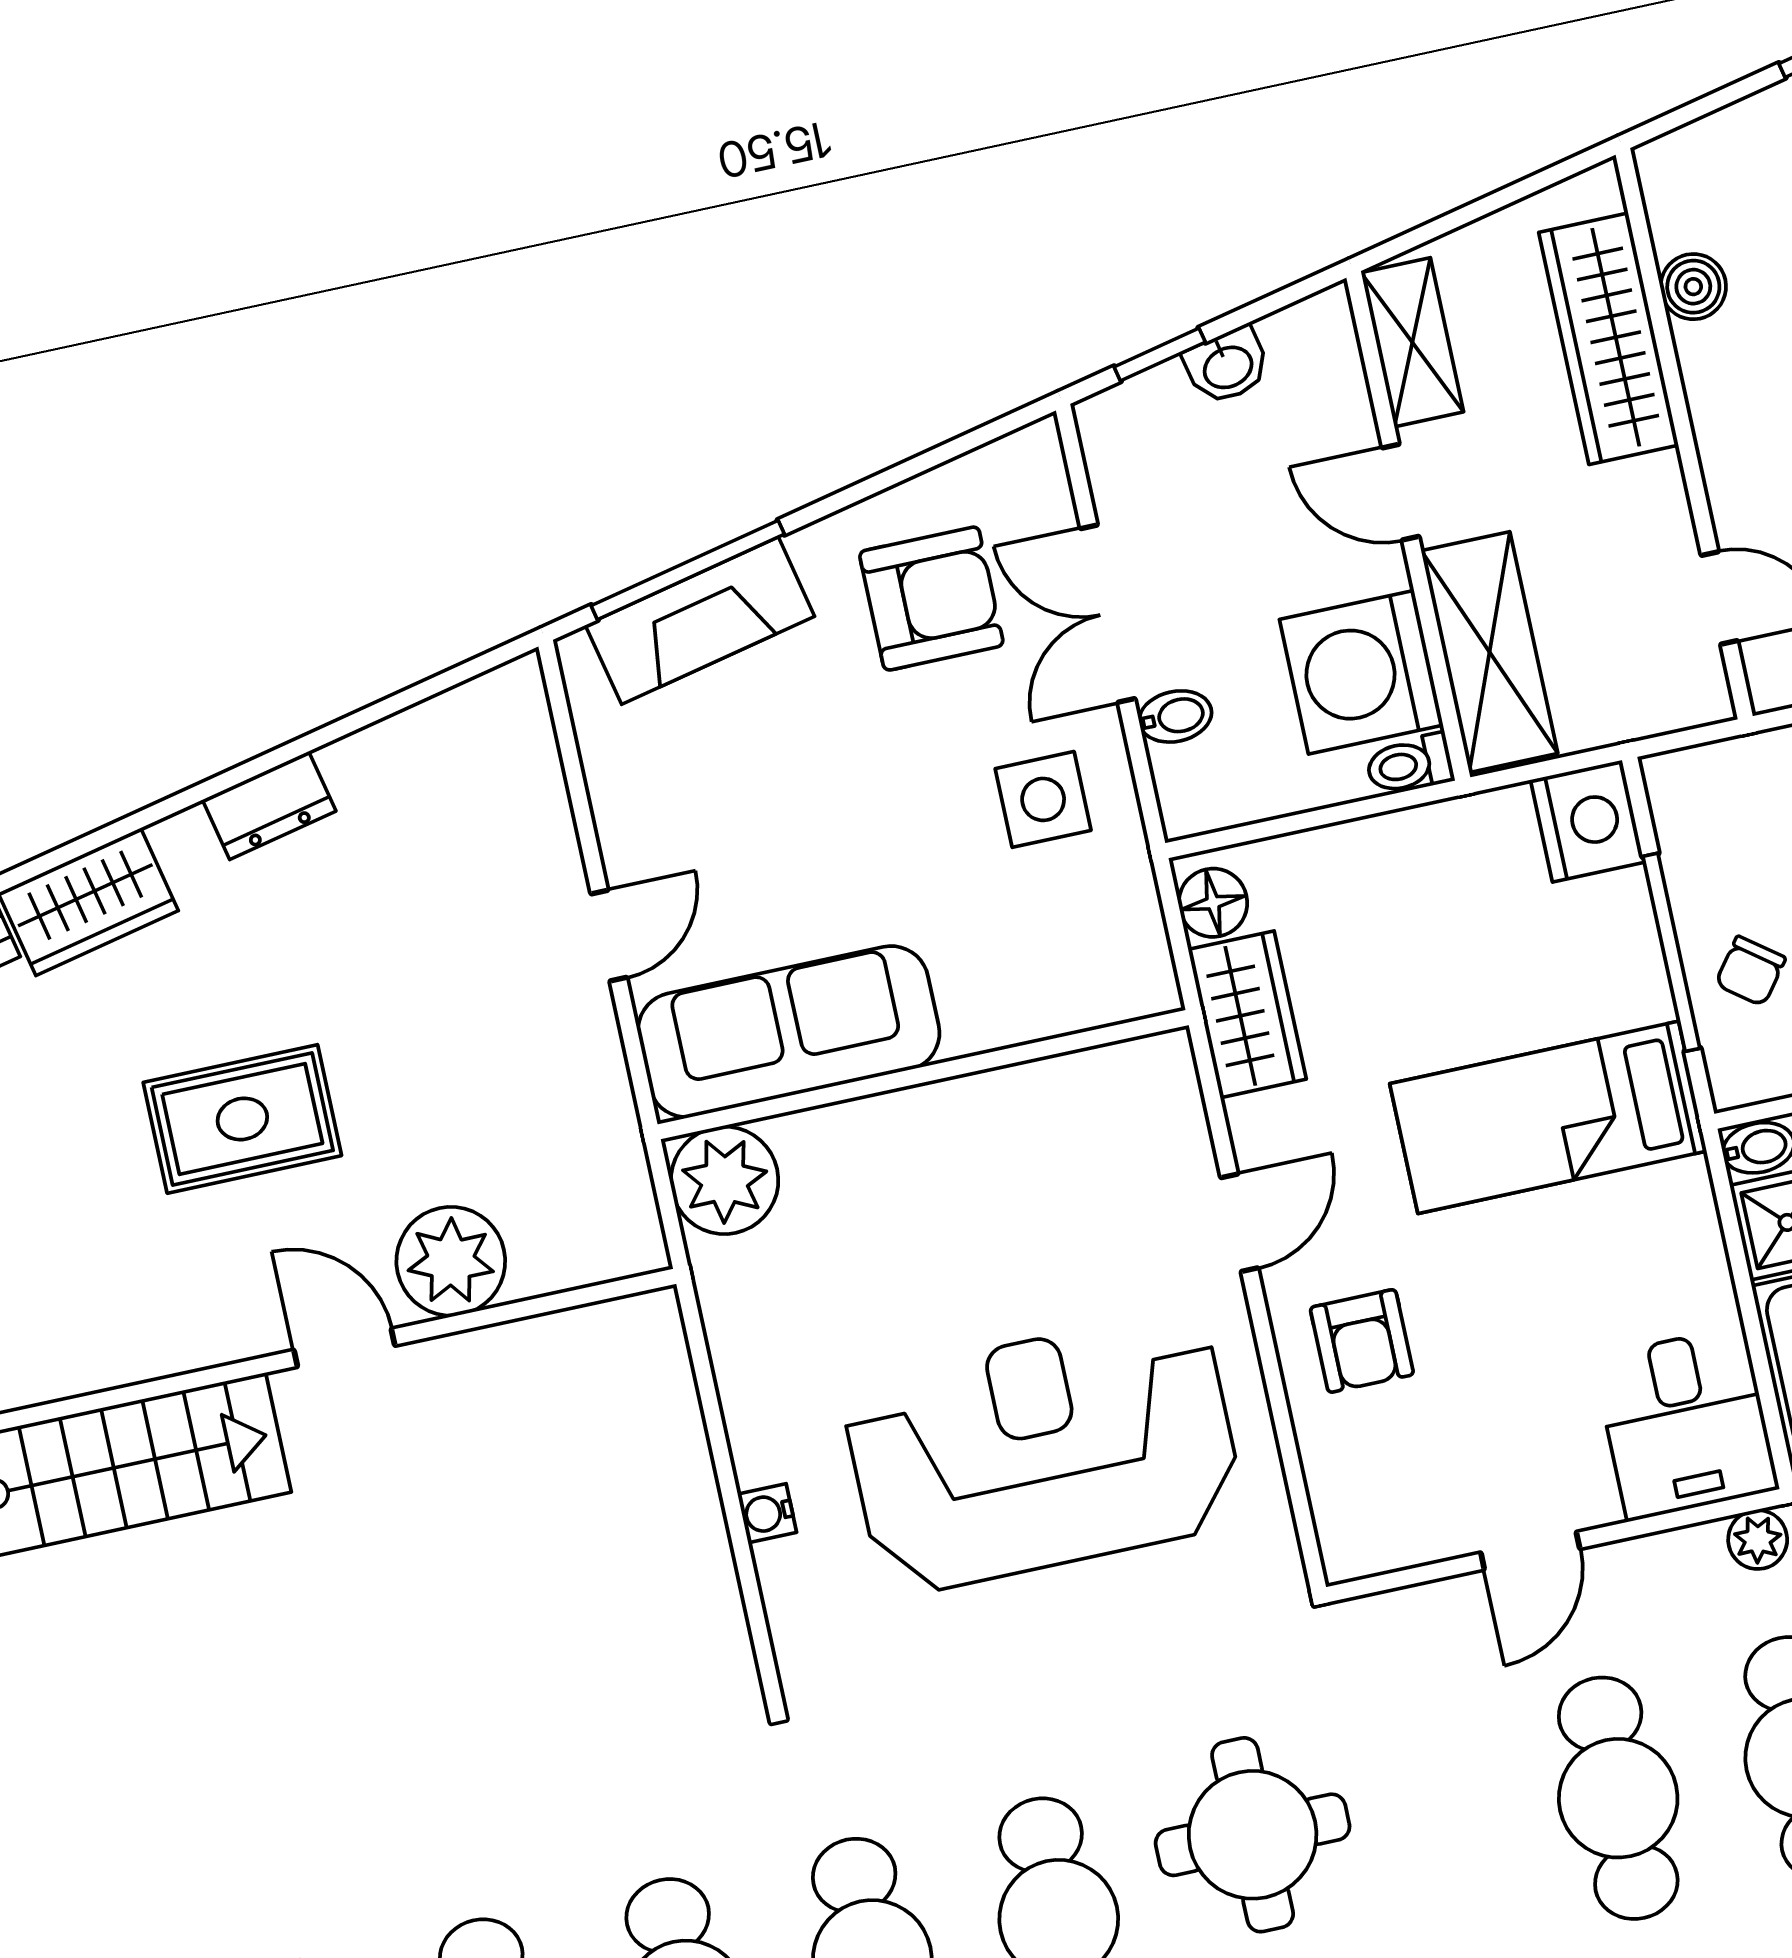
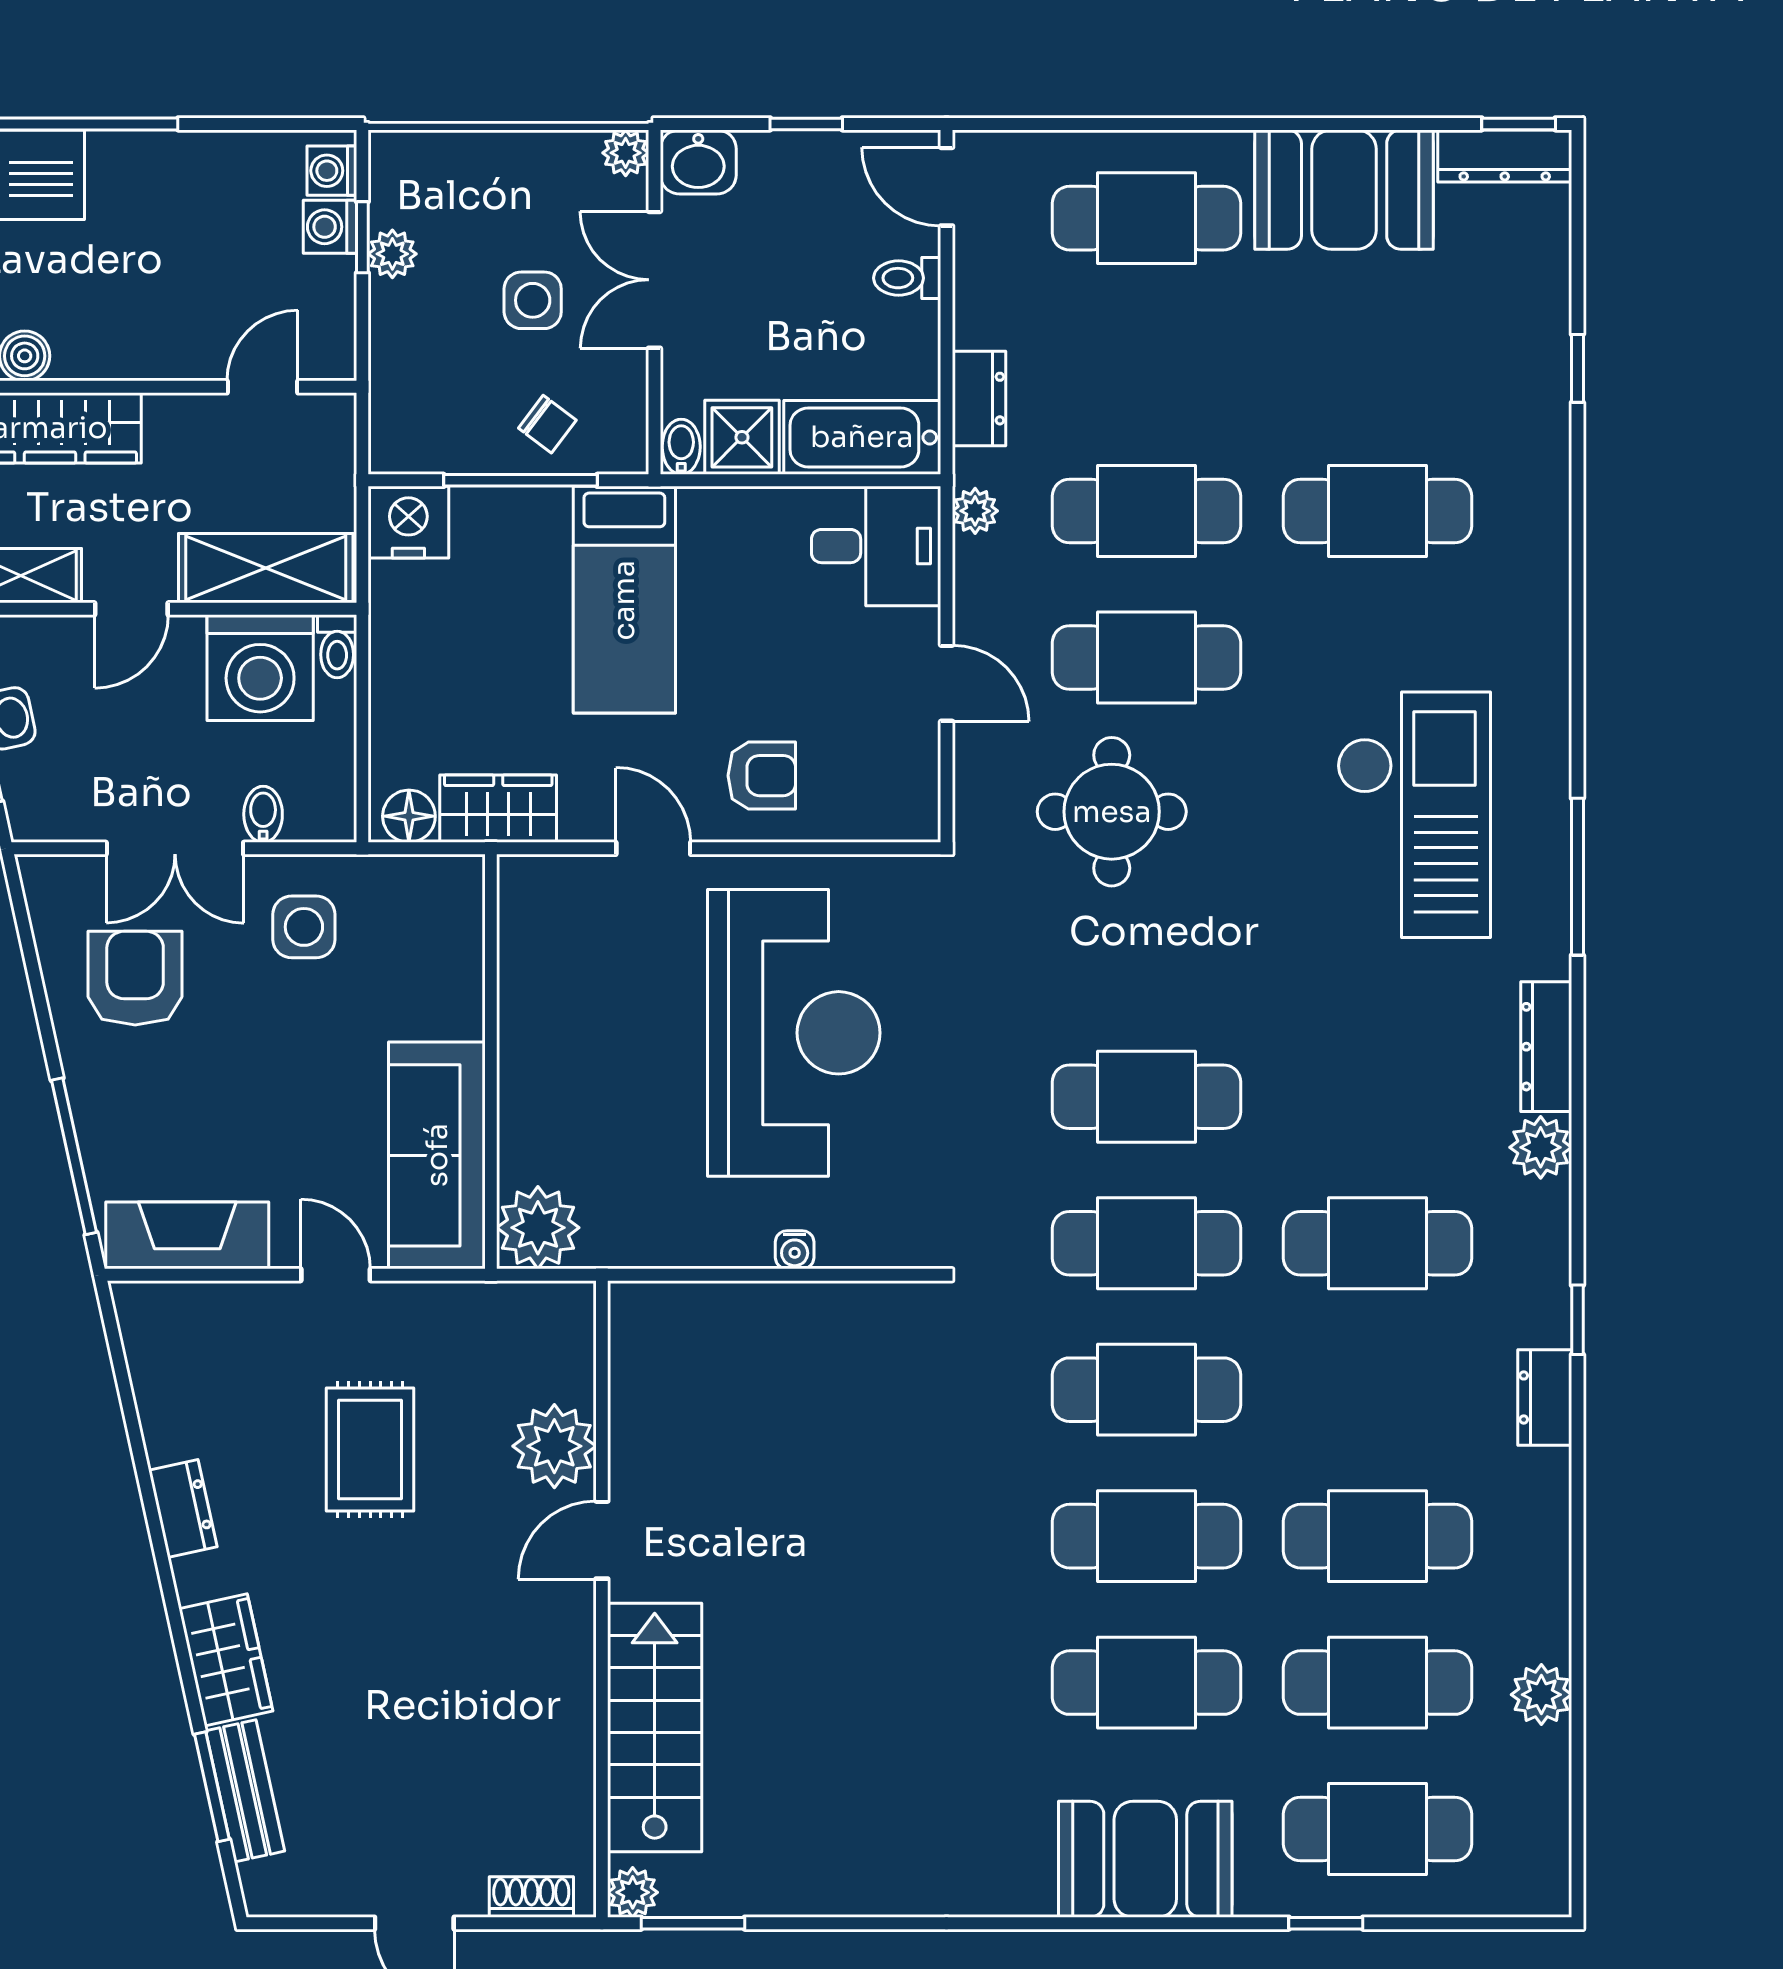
fireplace: (700, 621) -> (187, 1235), moved, turned -78
rug: (242, 1119) -> (370, 1449), moved
reception desk: (1043, 1452) -> (794, 1033), turned 180
round table: (1253, 1835) -> (1112, 812), moved

